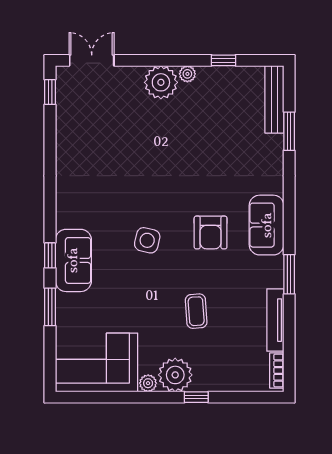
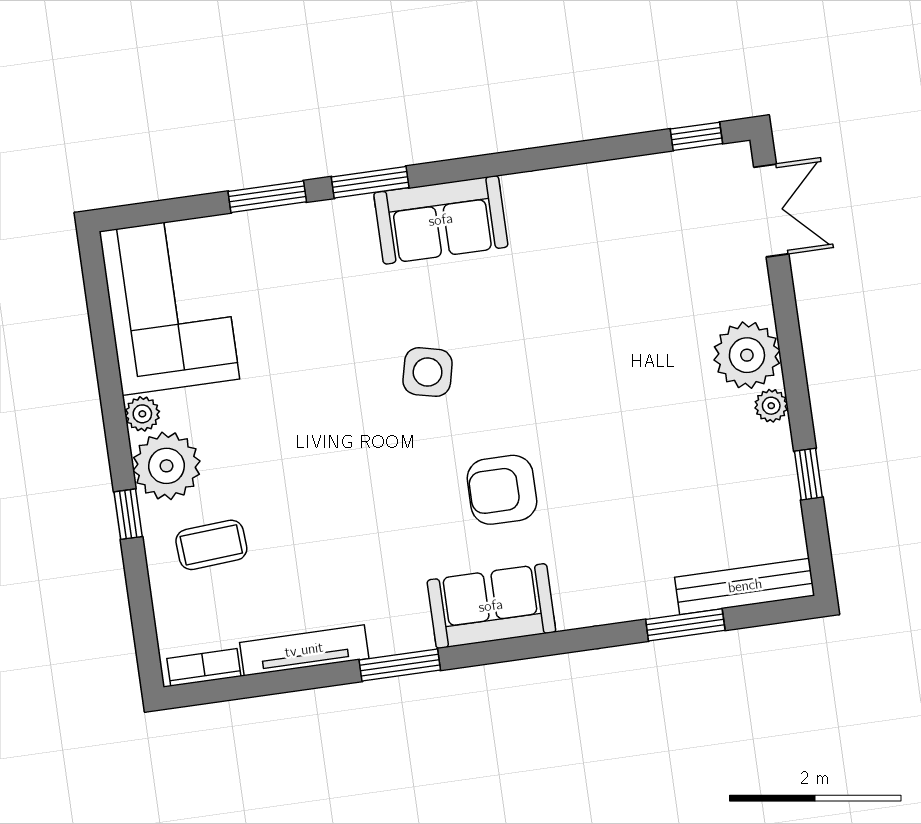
armchair: (211, 233) -> (502, 490), moved
window: (50, 255) -> (370, 182), width x1.50
sofa: (73, 260) -> (441, 220), moved
coffee table: (196, 311) -> (211, 545), moved

